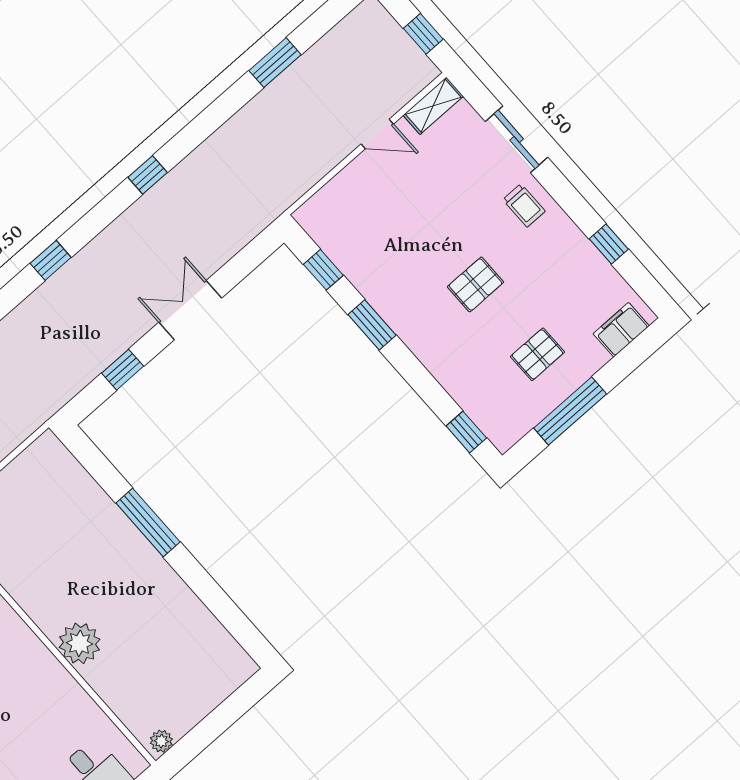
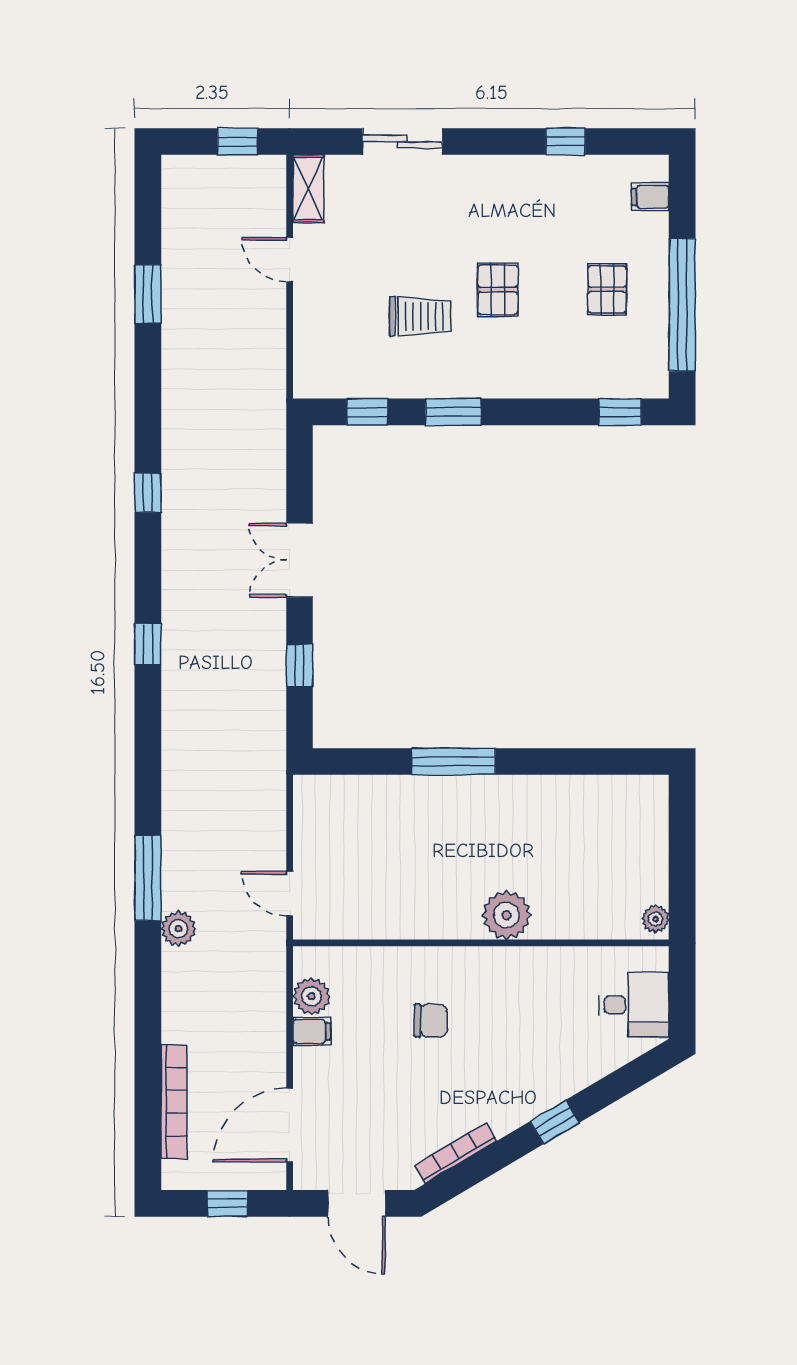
door: (377, 134) -> (290, 260), swing flipped
trolley: (524, 205) -> (420, 316), moved, width x1.36, depth x1.39
filing cabinet: (621, 330) -> (650, 197), width x0.50
window: (570, 411) -> (682, 305), width x1.46

